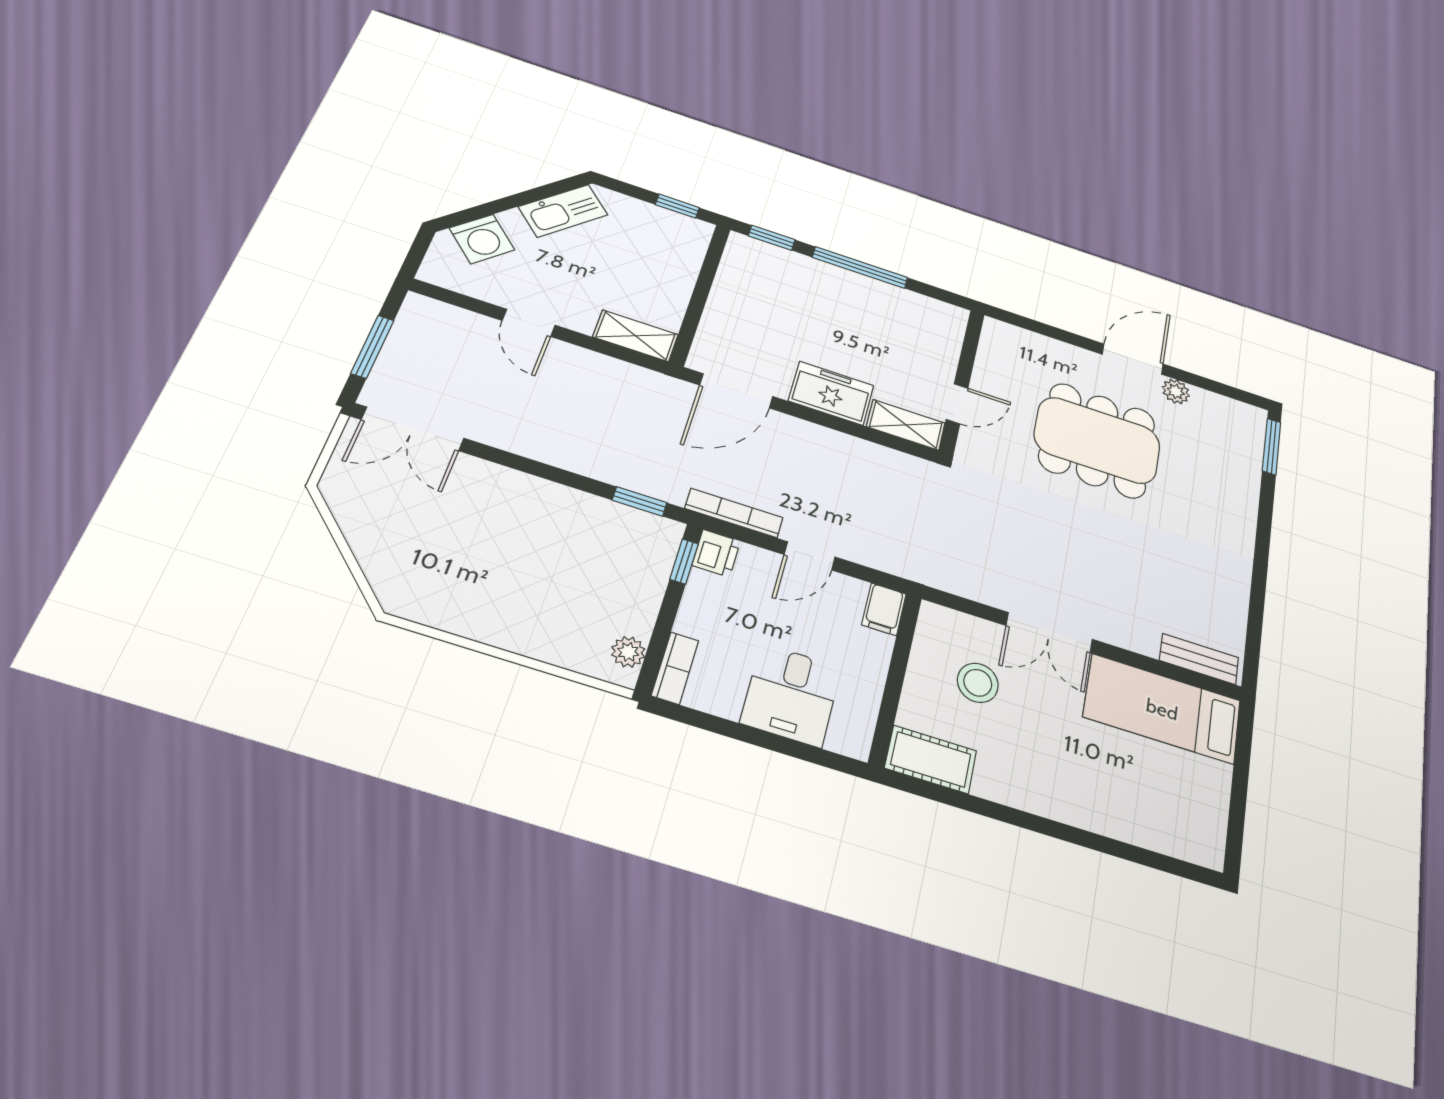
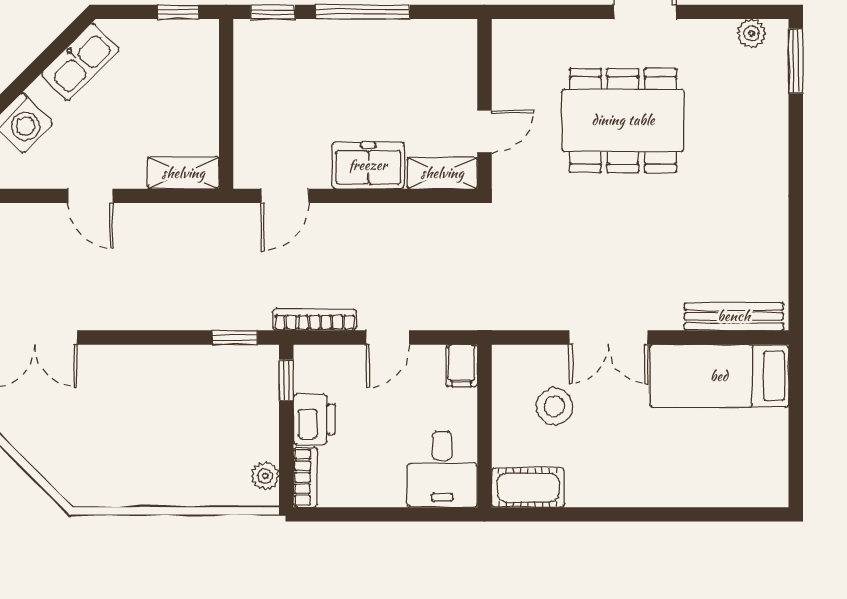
door: (736, 391) -> (285, 196), width x0.73
plant: (1176, 391) -> (751, 33), moved
printer: (716, 553) -> (314, 419), moved, width x1.36, depth x1.24
bench: (1199, 659) -> (734, 316), width x1.36
desk: (791, 695) -> (442, 469), moved

